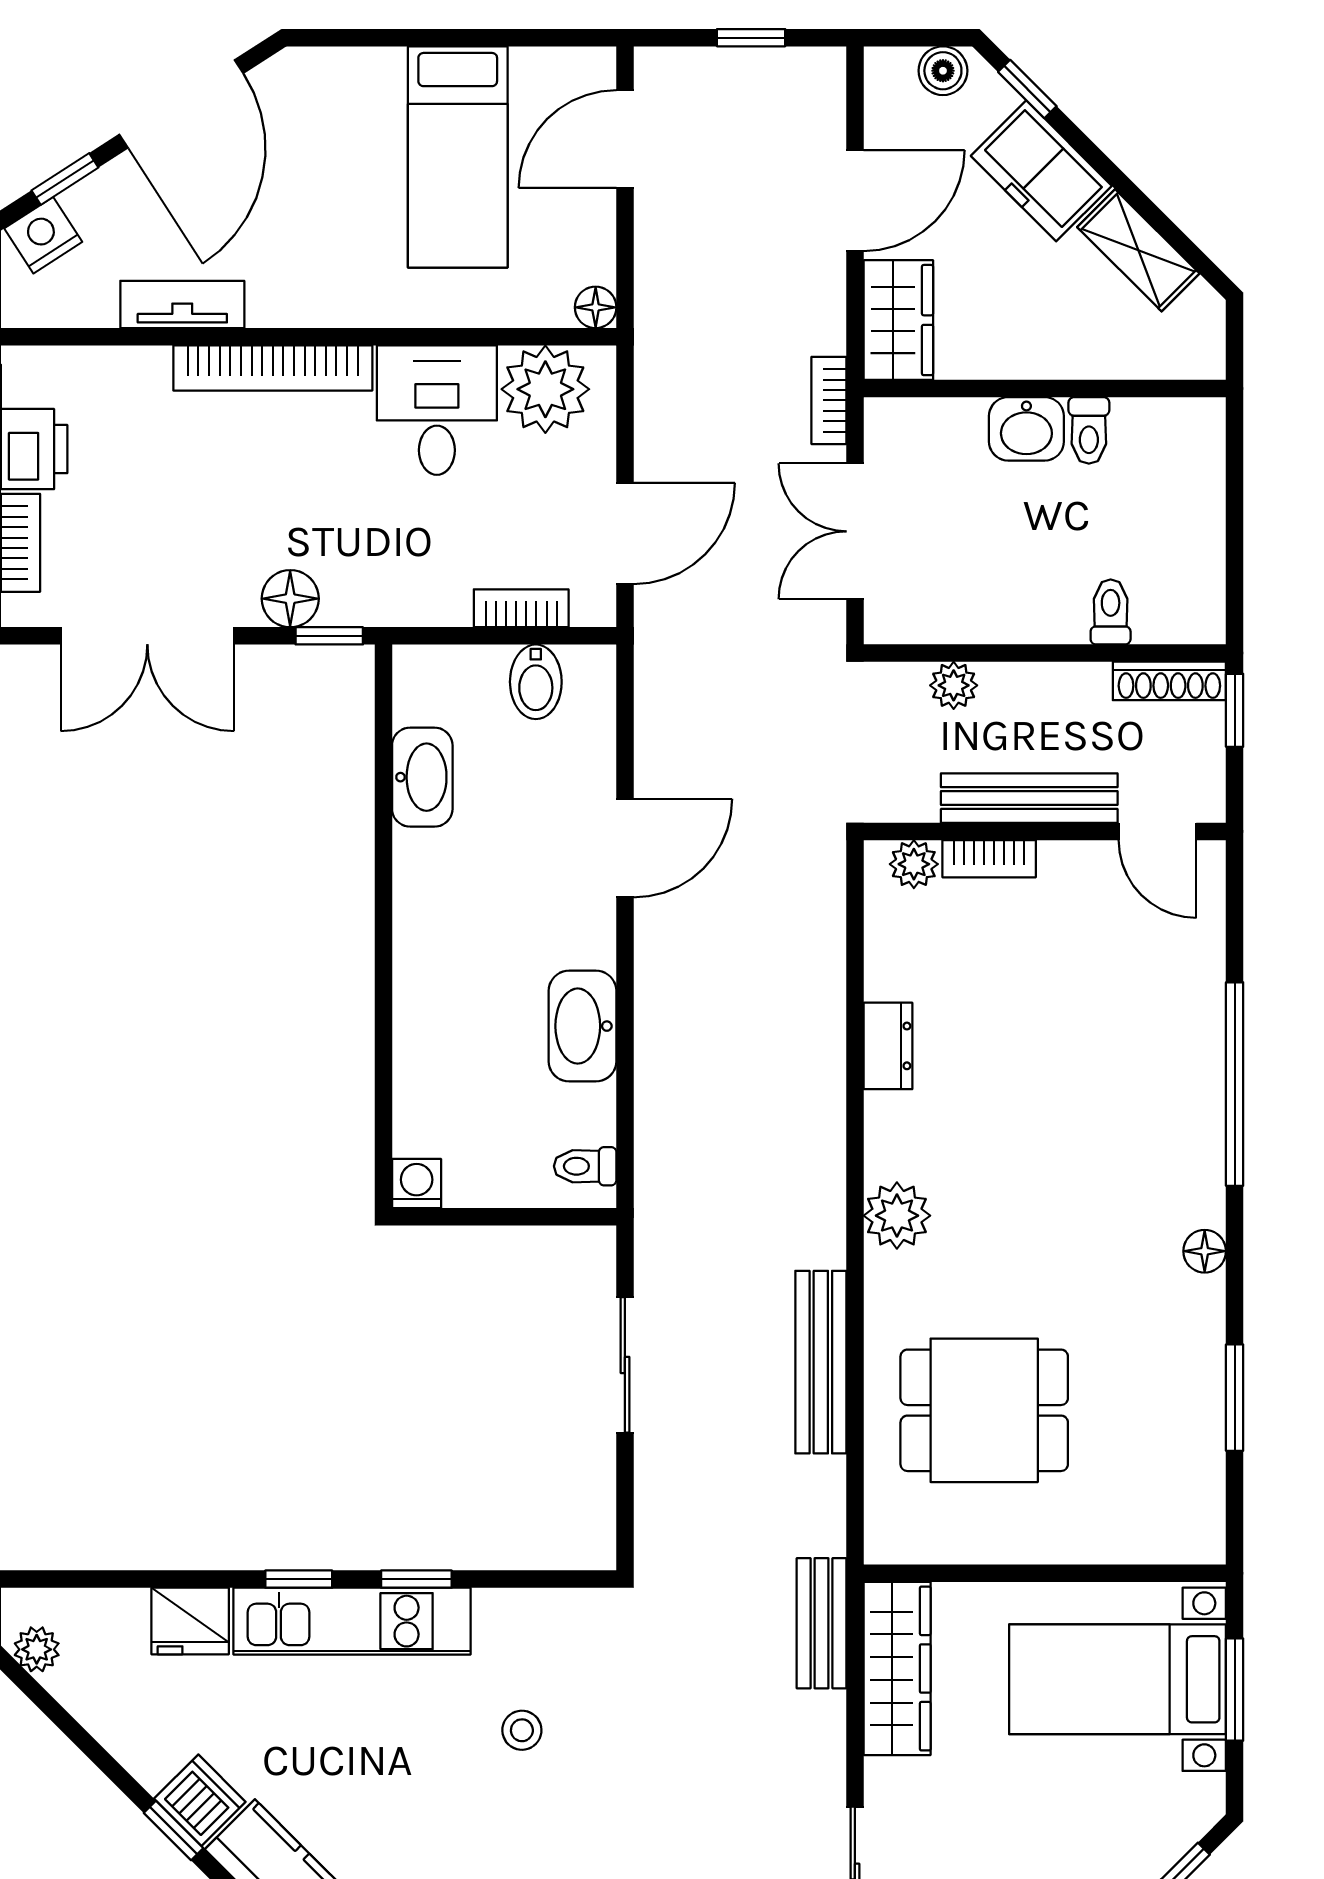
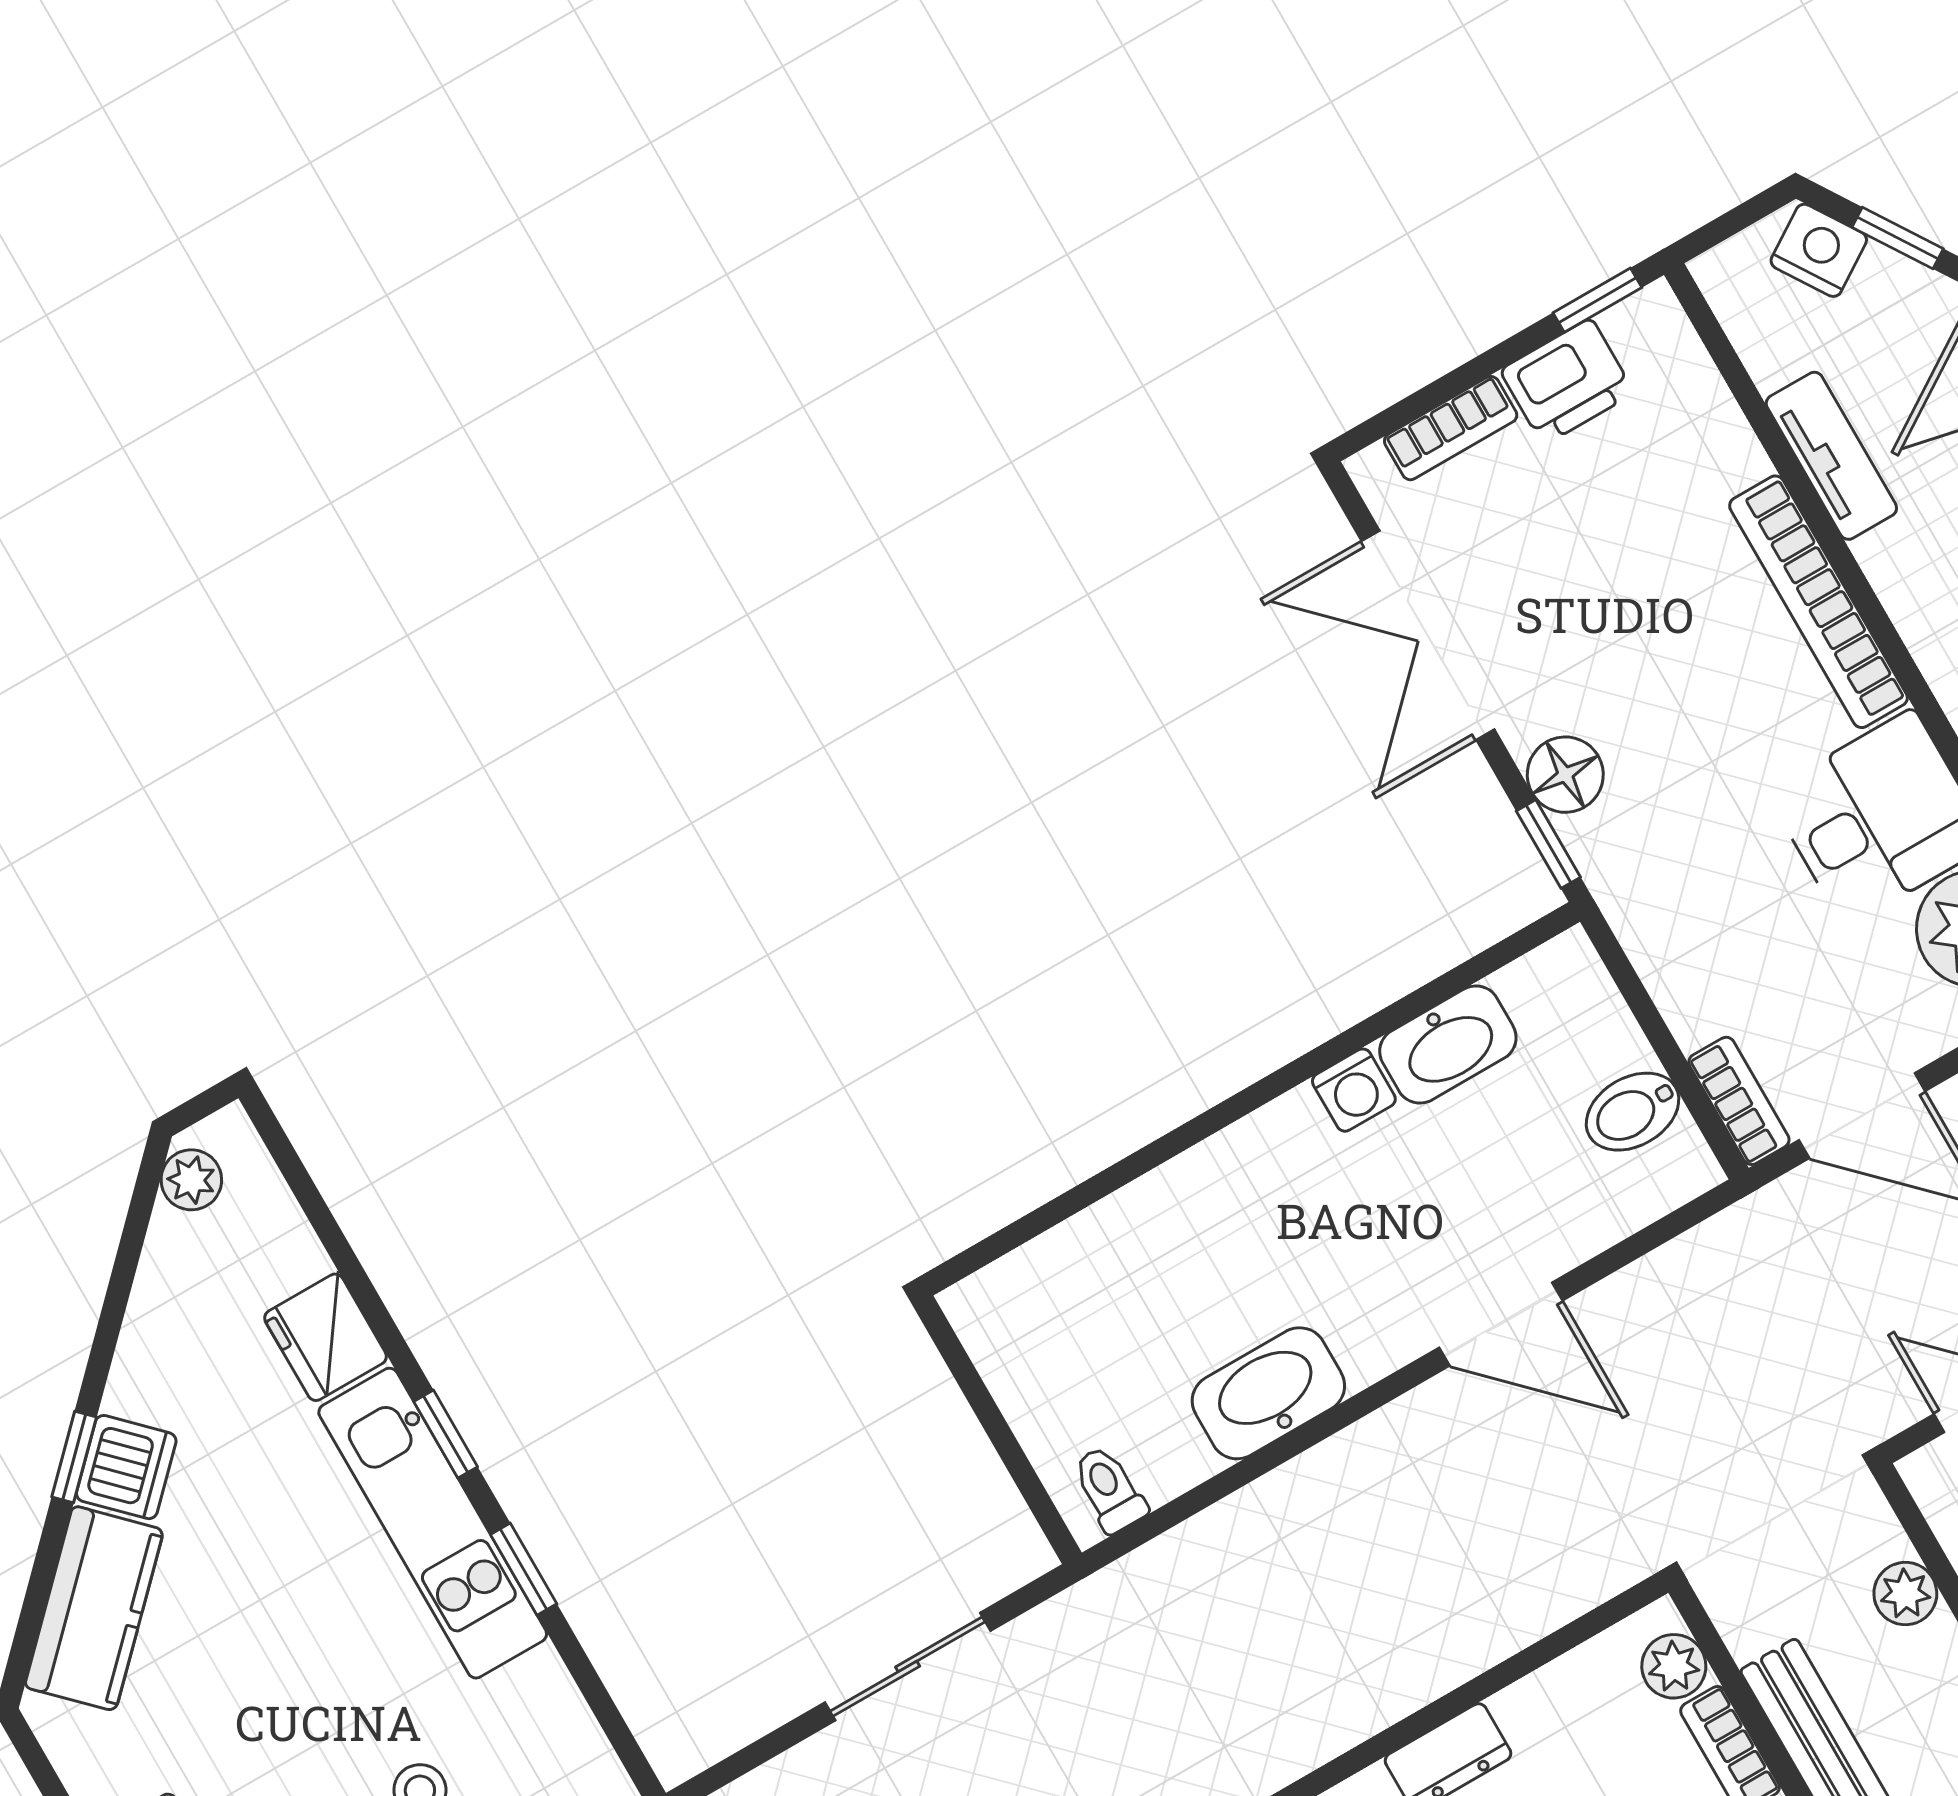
bookcase: (521, 608) -> (1739, 1101), moved
washing machine: (417, 1184) -> (1354, 1090), moved, turned 90

